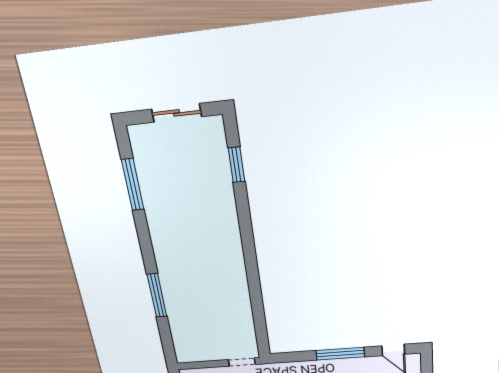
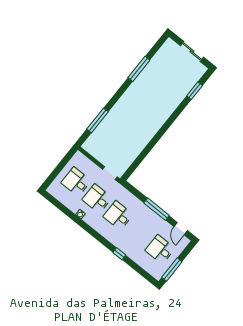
window: (133, 185) -> (139, 69), moved
window: (157, 295) -> (97, 120), moved

